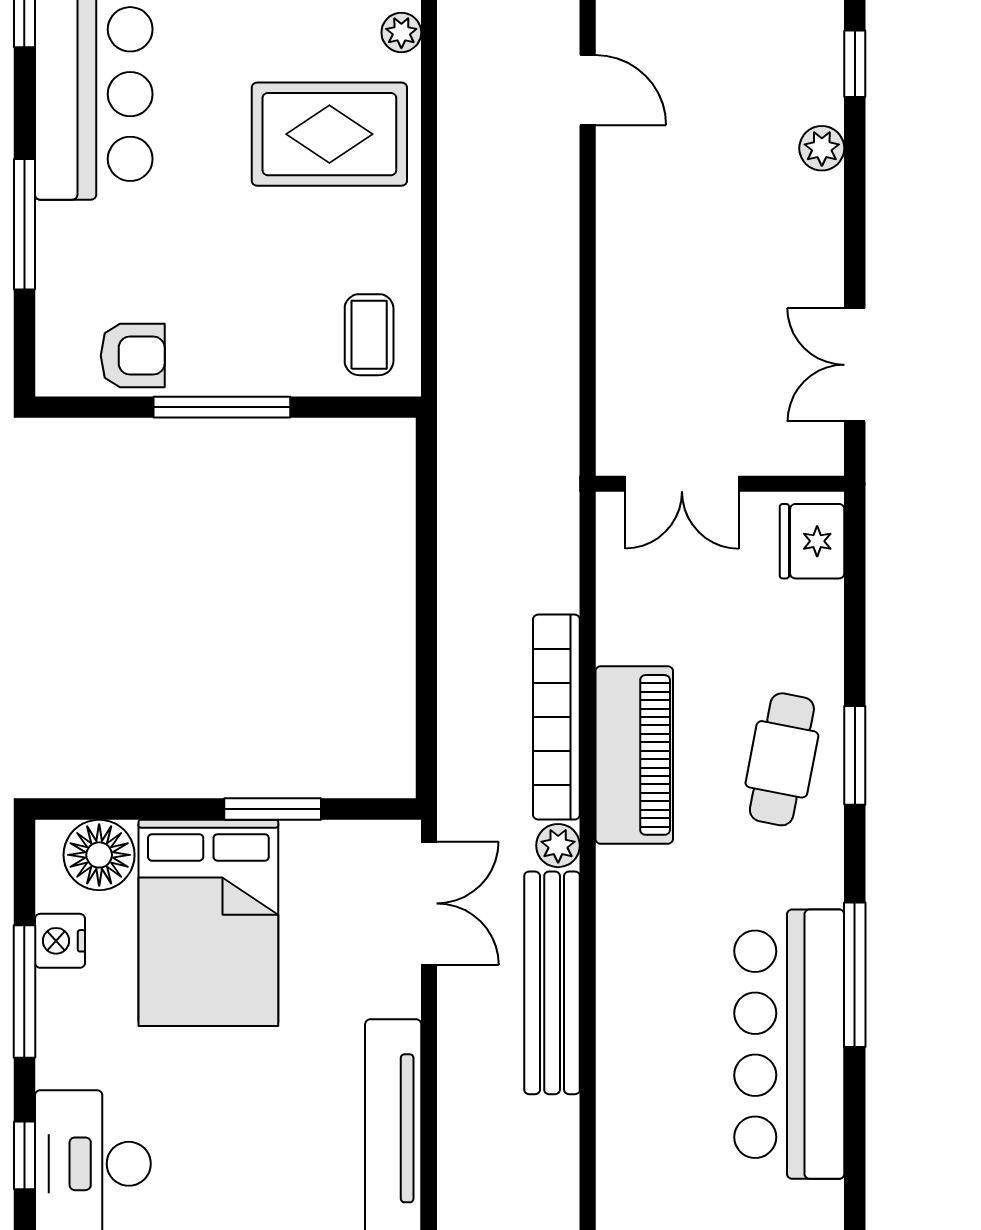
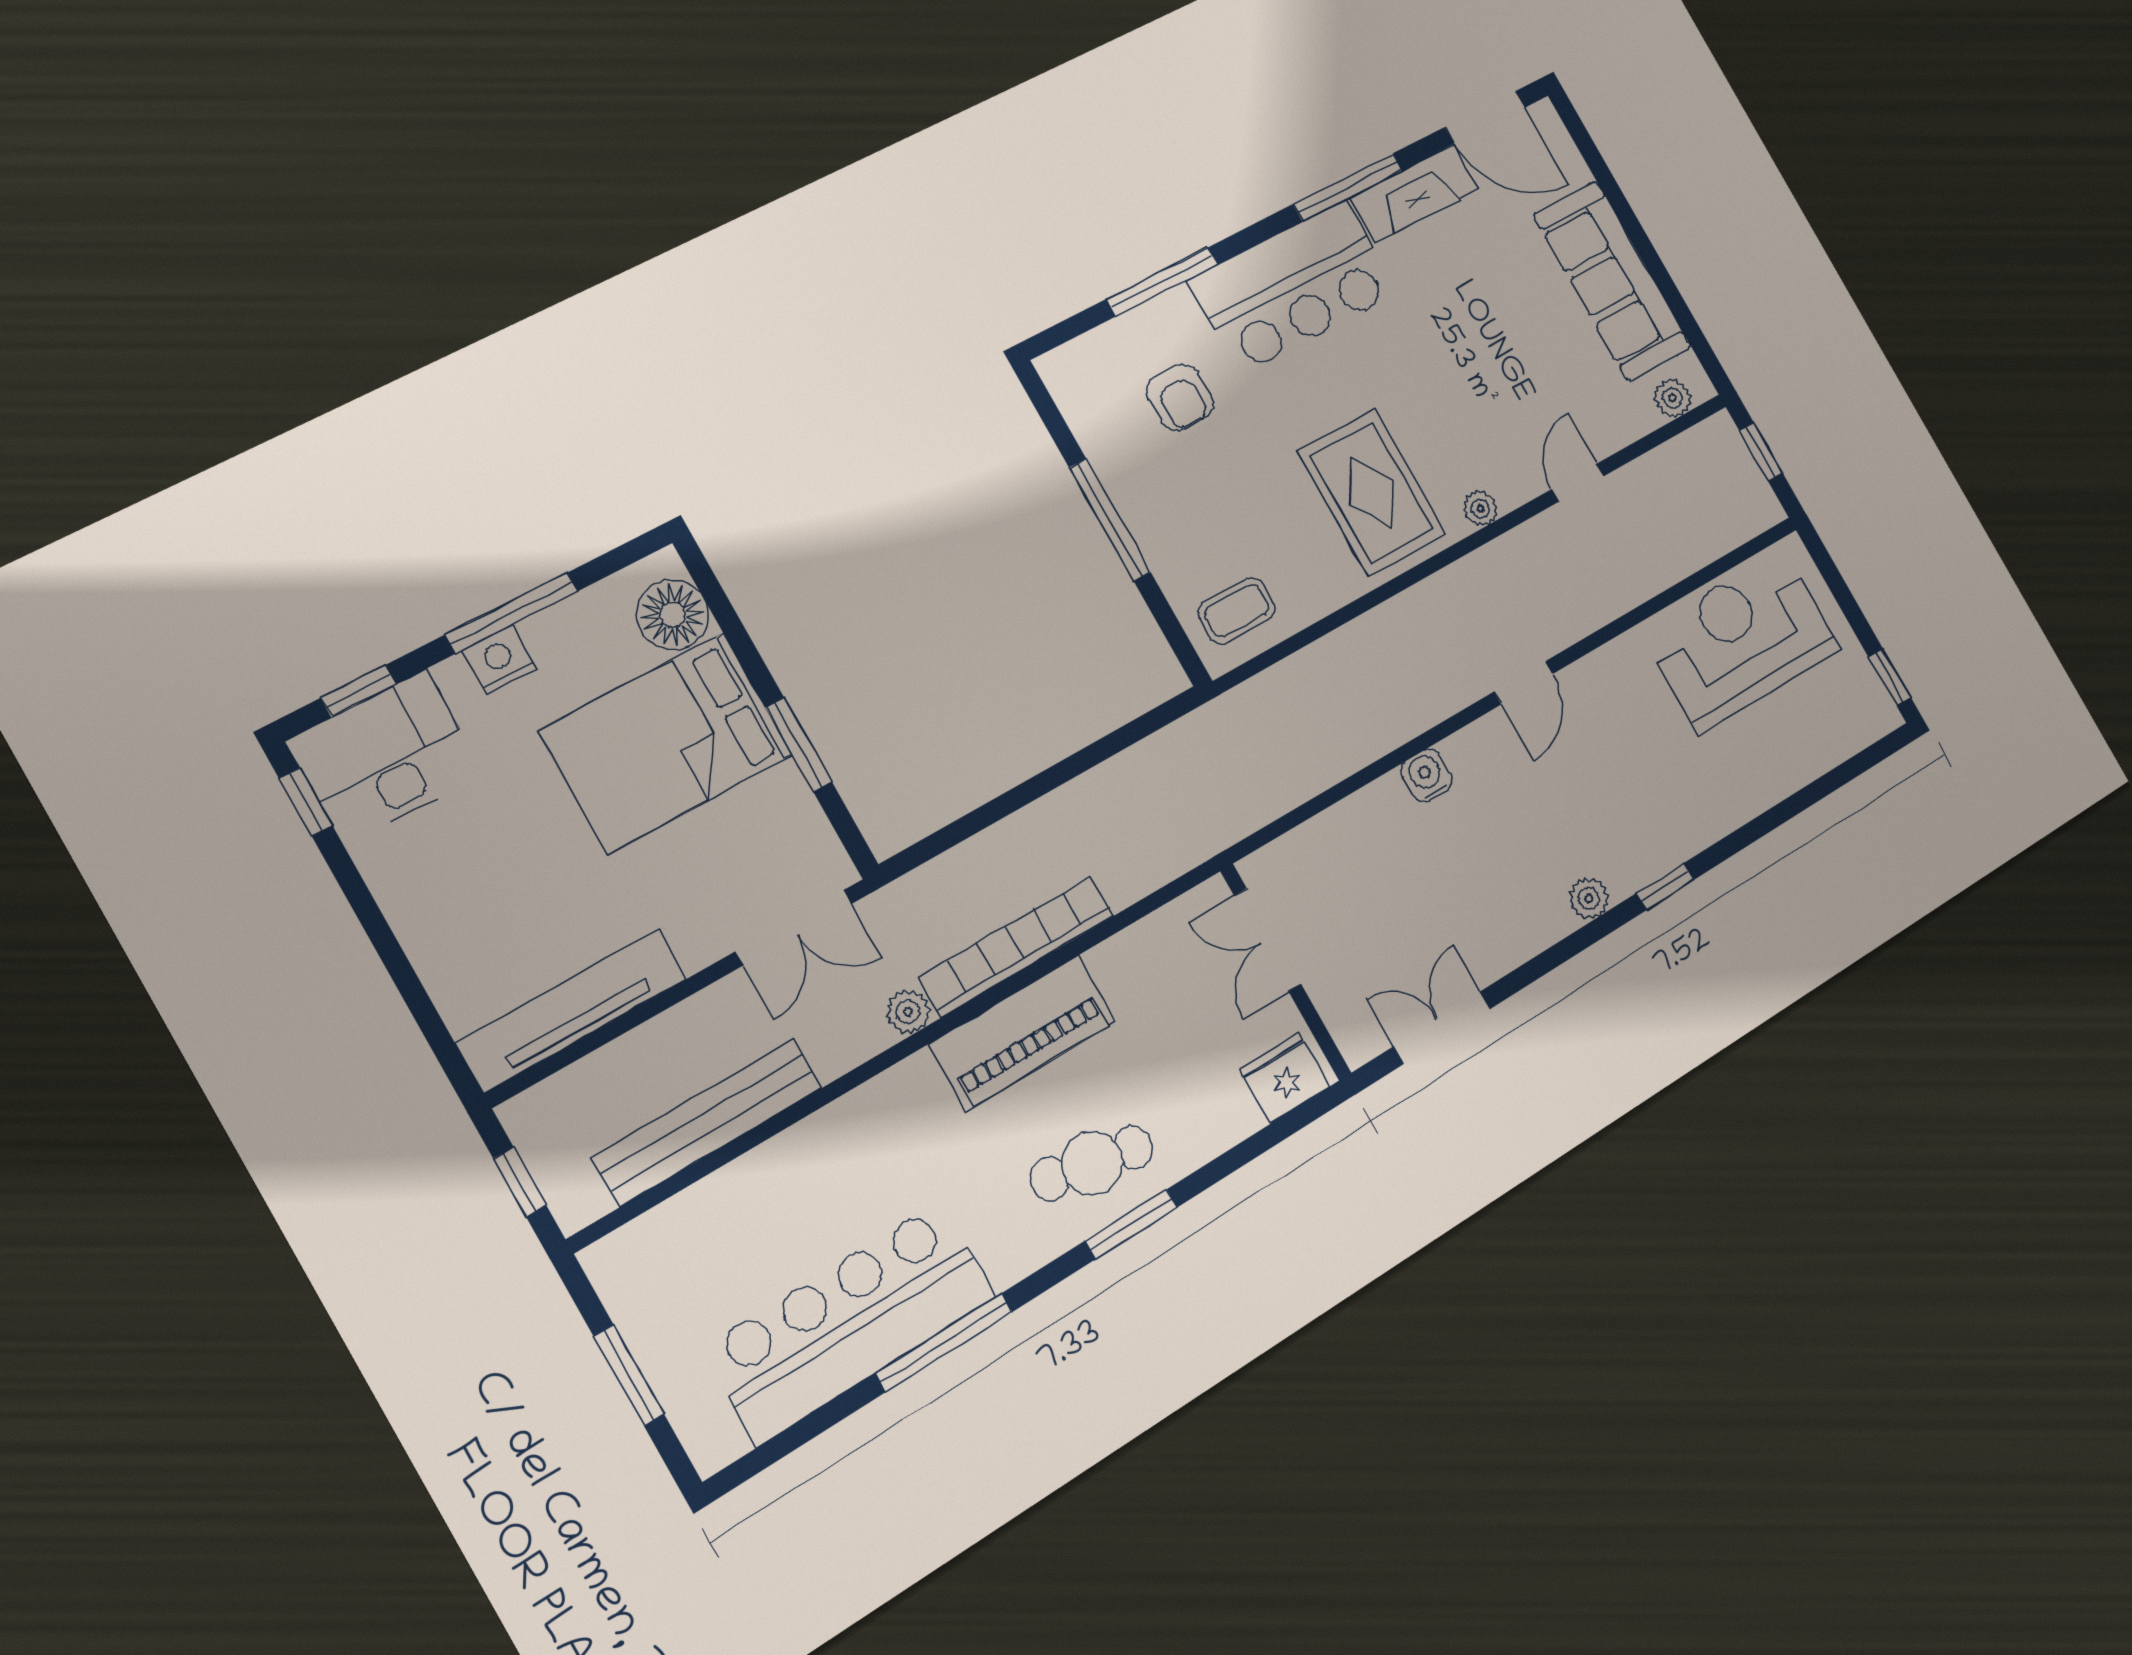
water cooler: (620, 240) -> (1427, 776), added
armchair: (133, 356) -> (1180, 397), moved
nightstand: (60, 941) -> (500, 660), moved
bench: (552, 983) -> (707, 1122), moved

